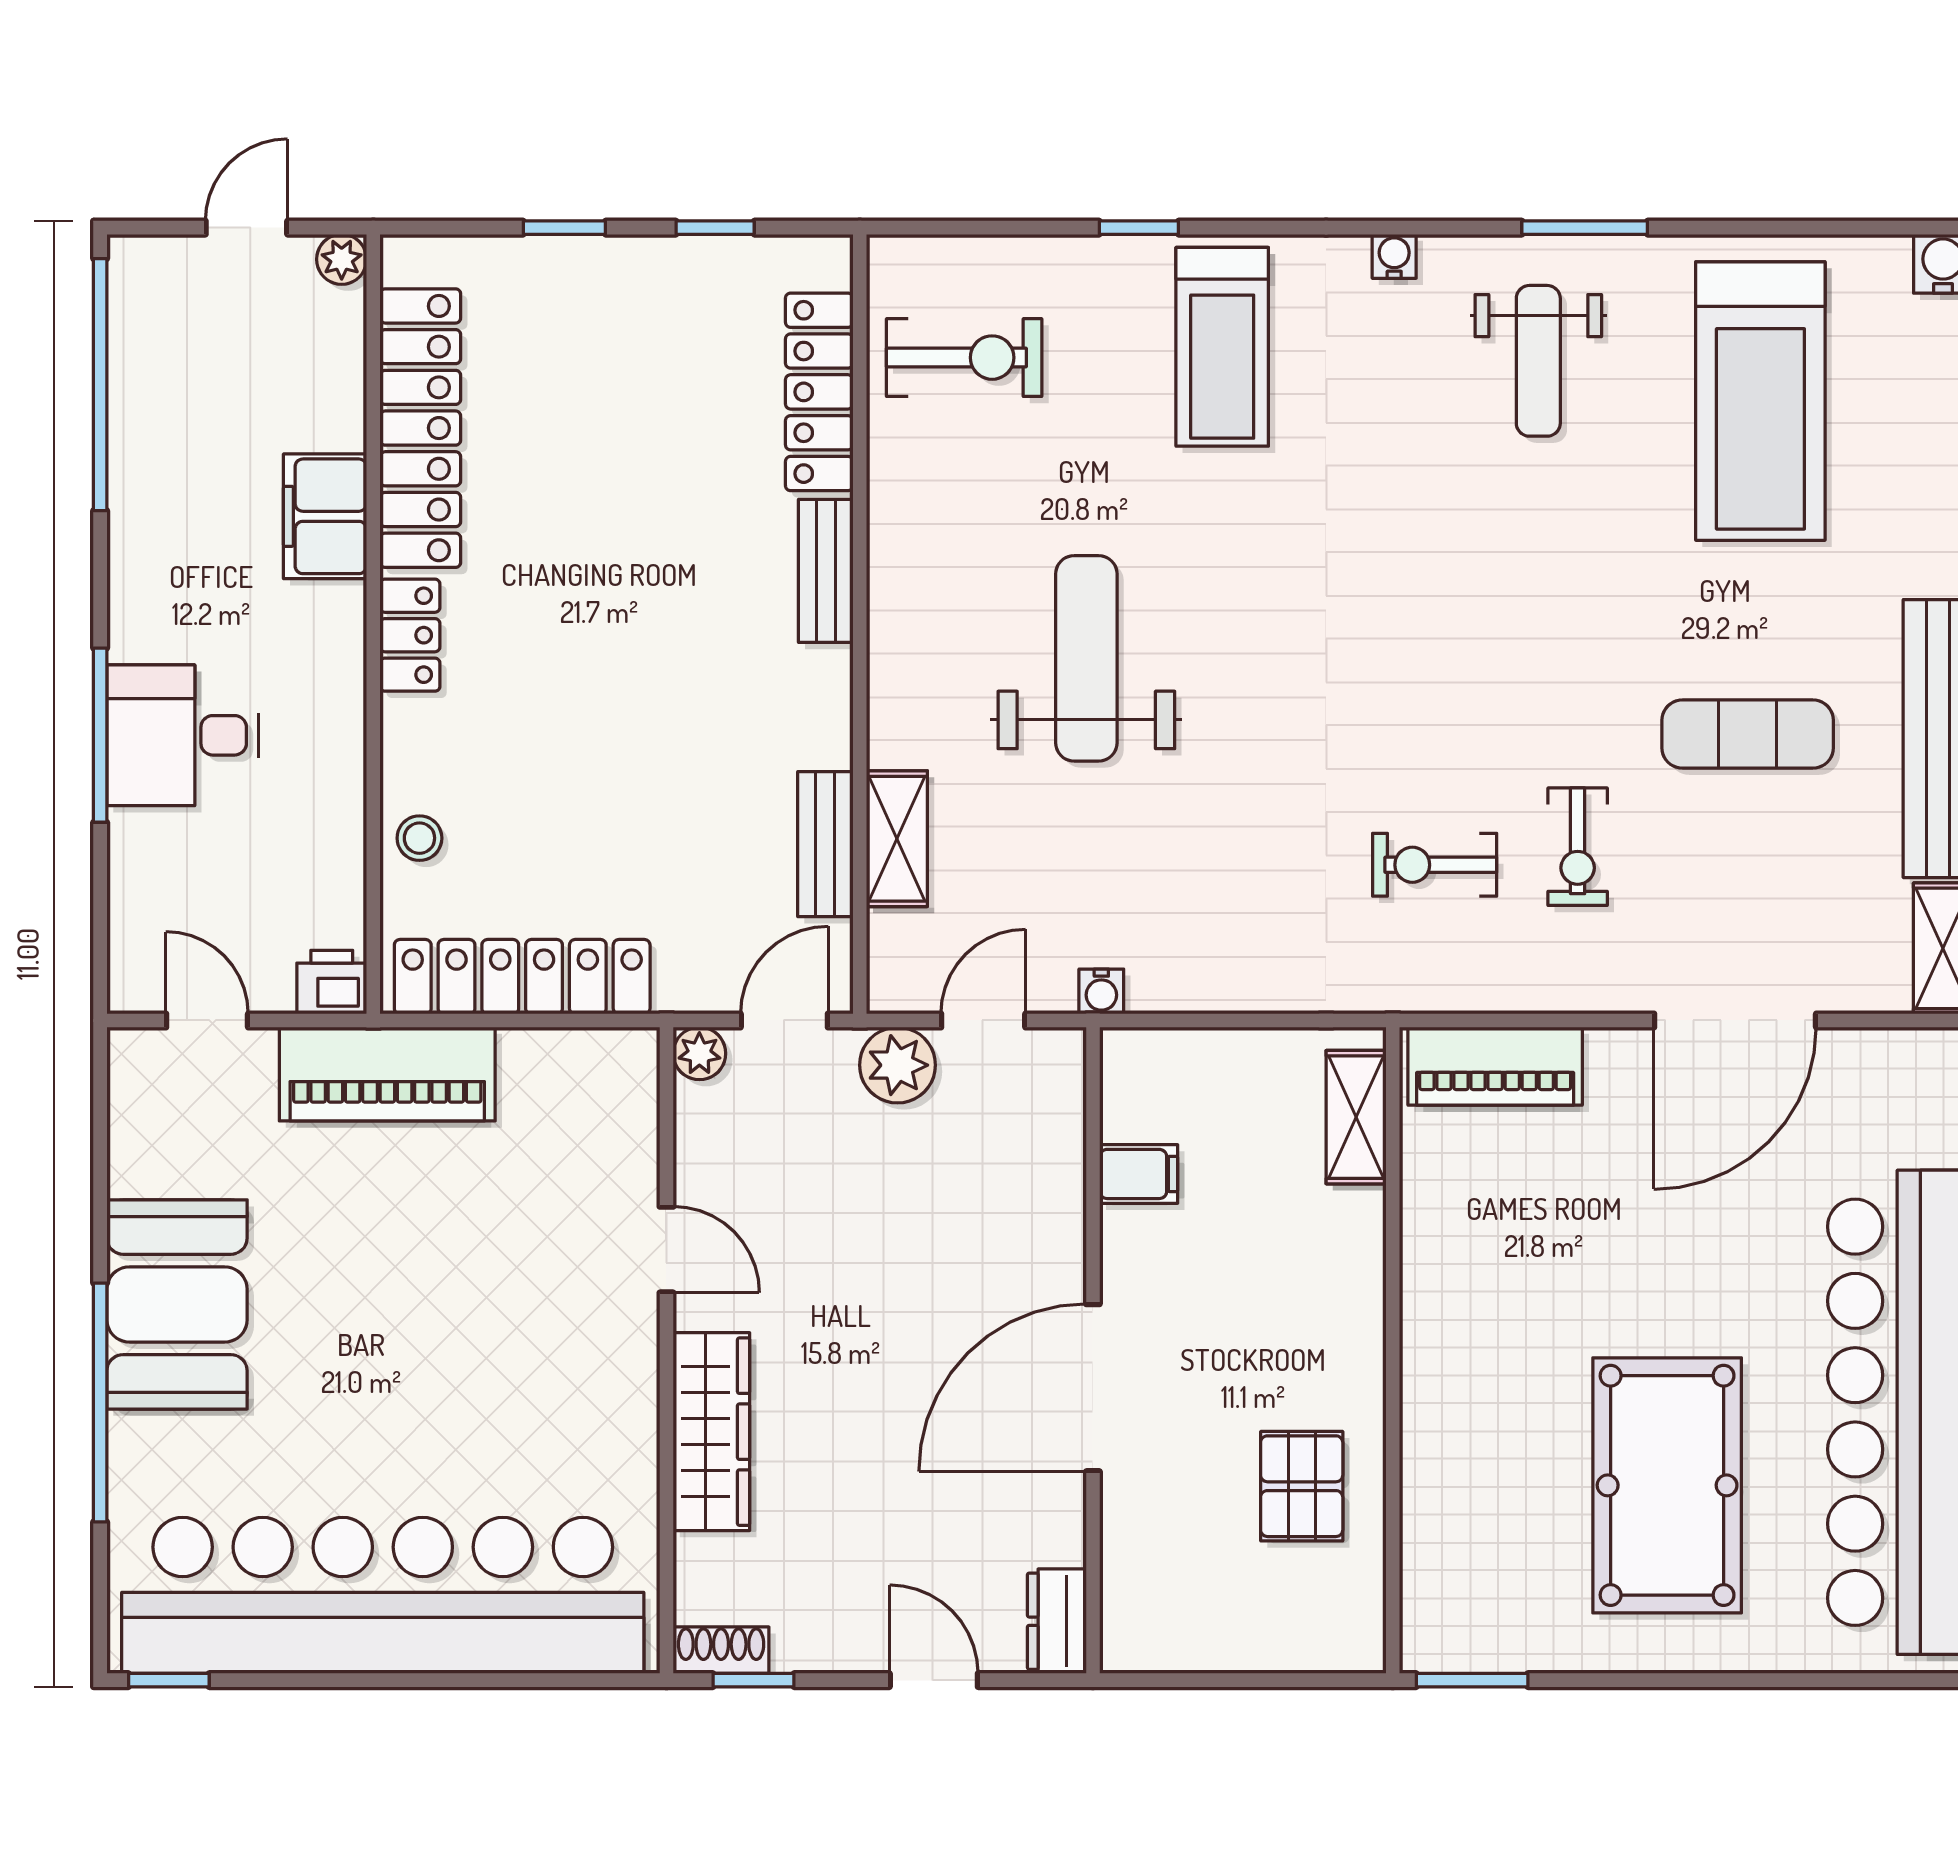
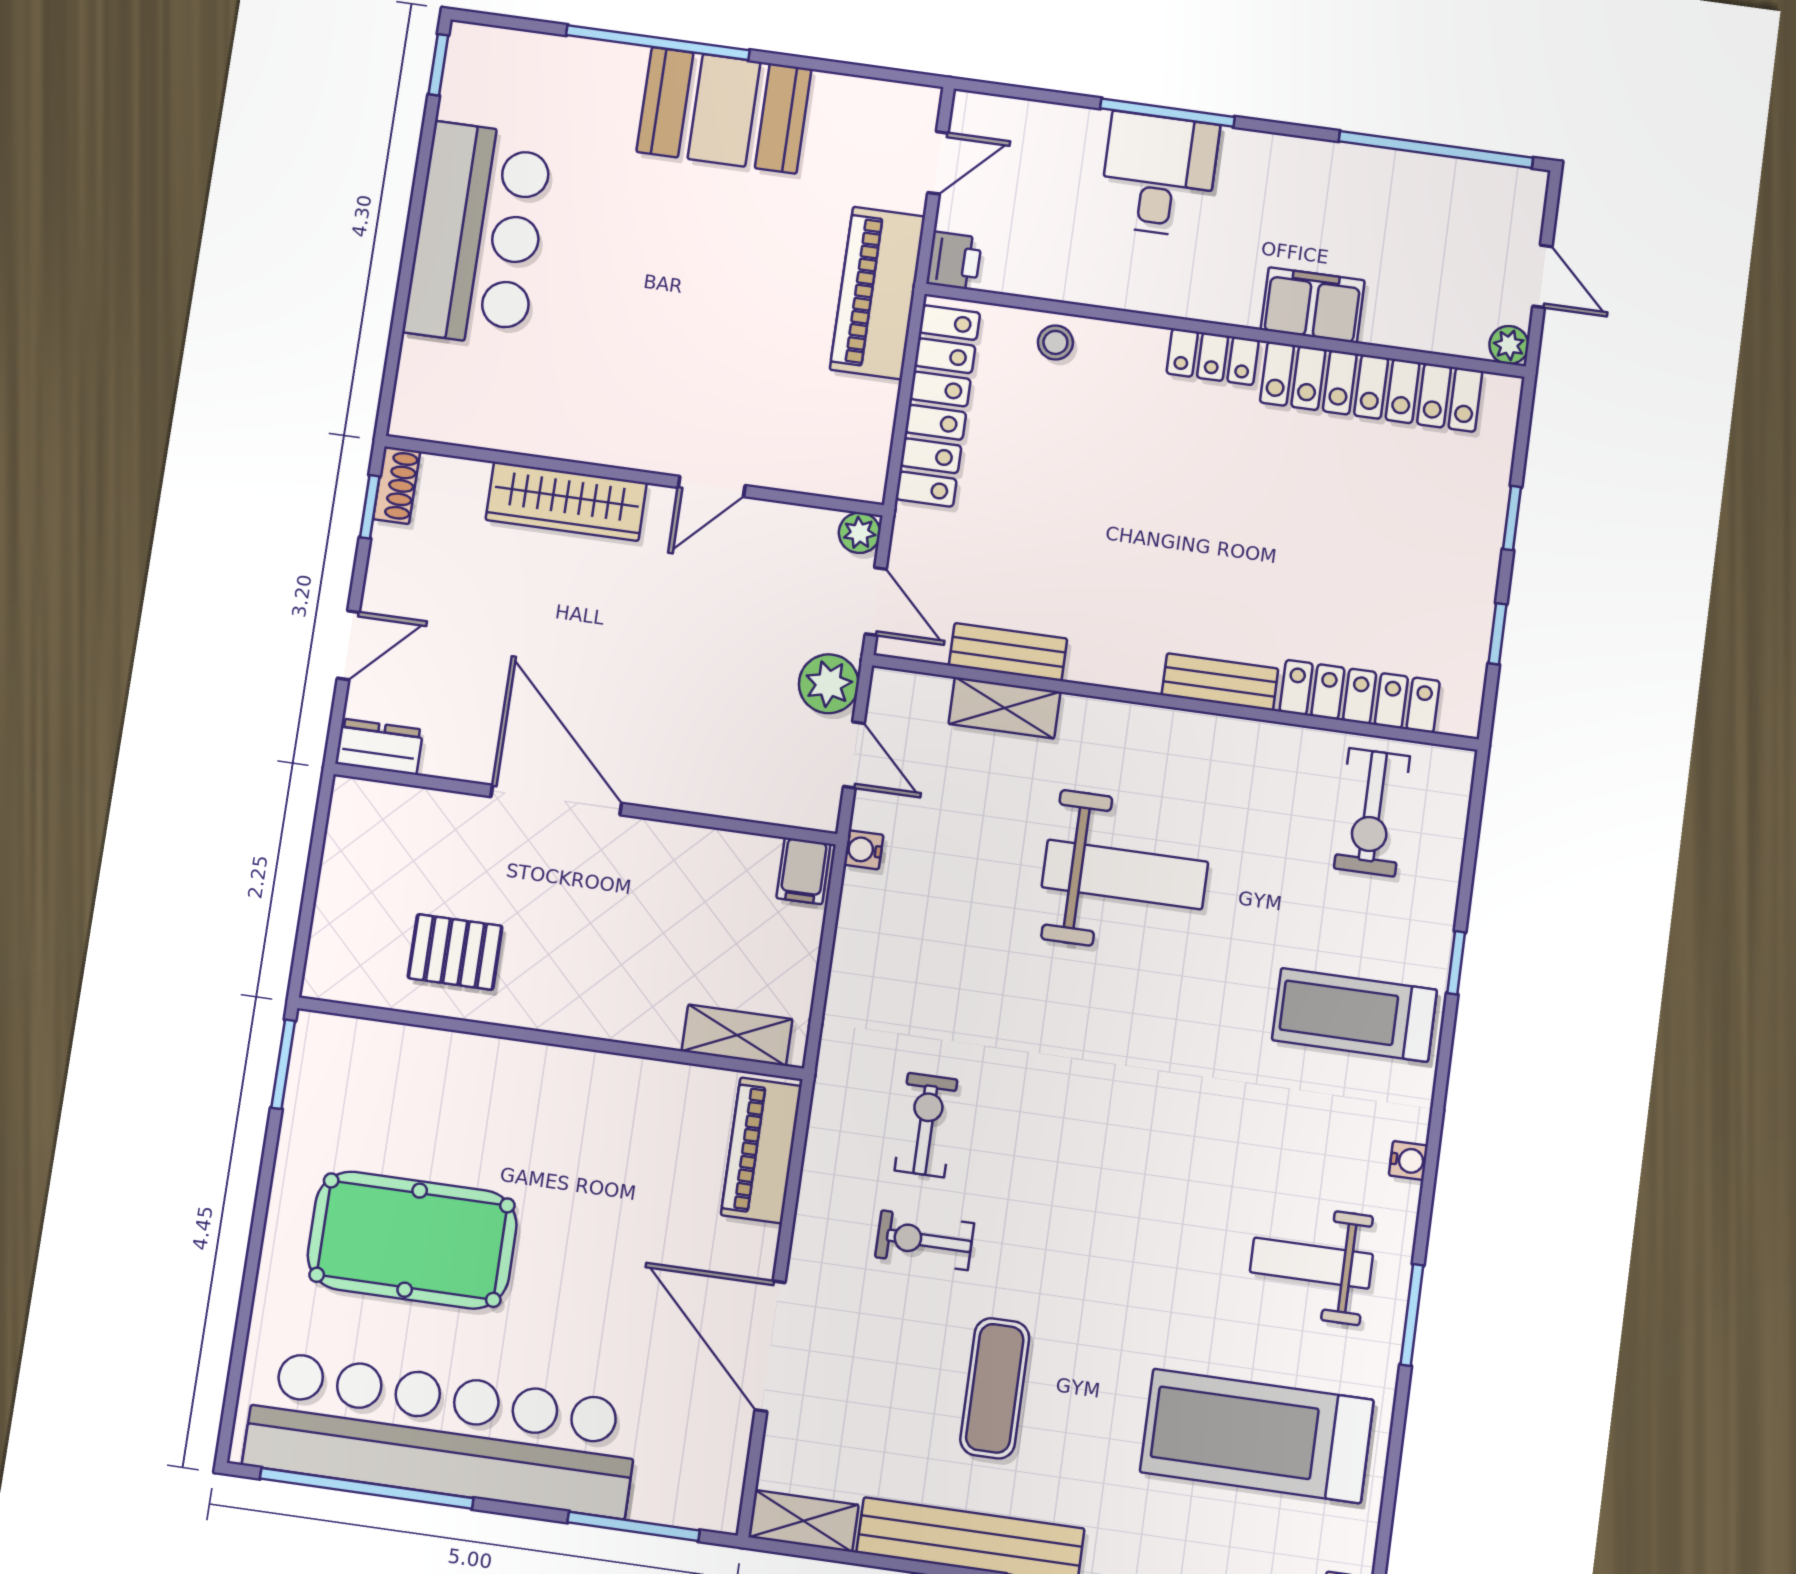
filing cabinet: (1139, 1174) -> (803, 871), moved
bar counter: (383, 1595) -> (478, 234), width x0.54

